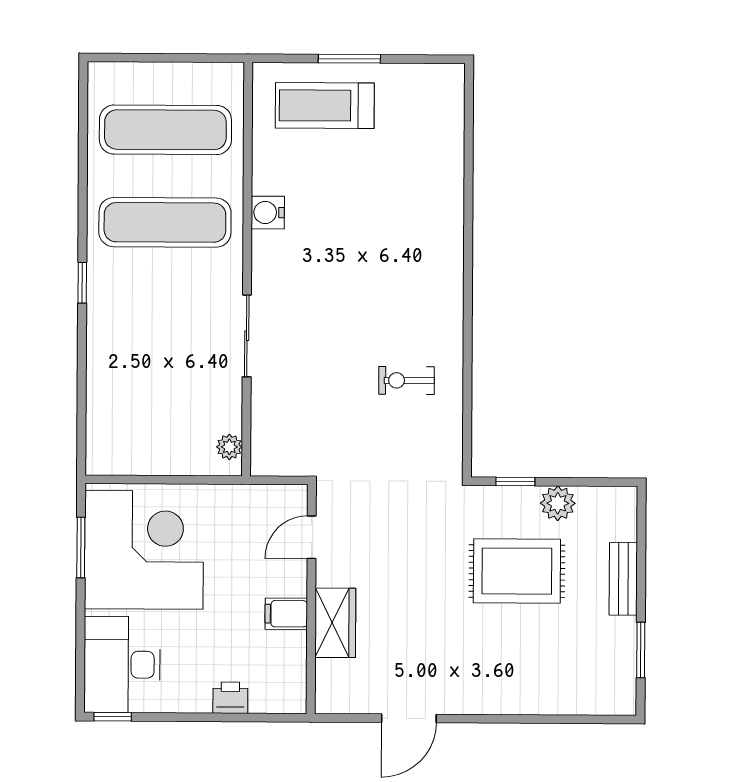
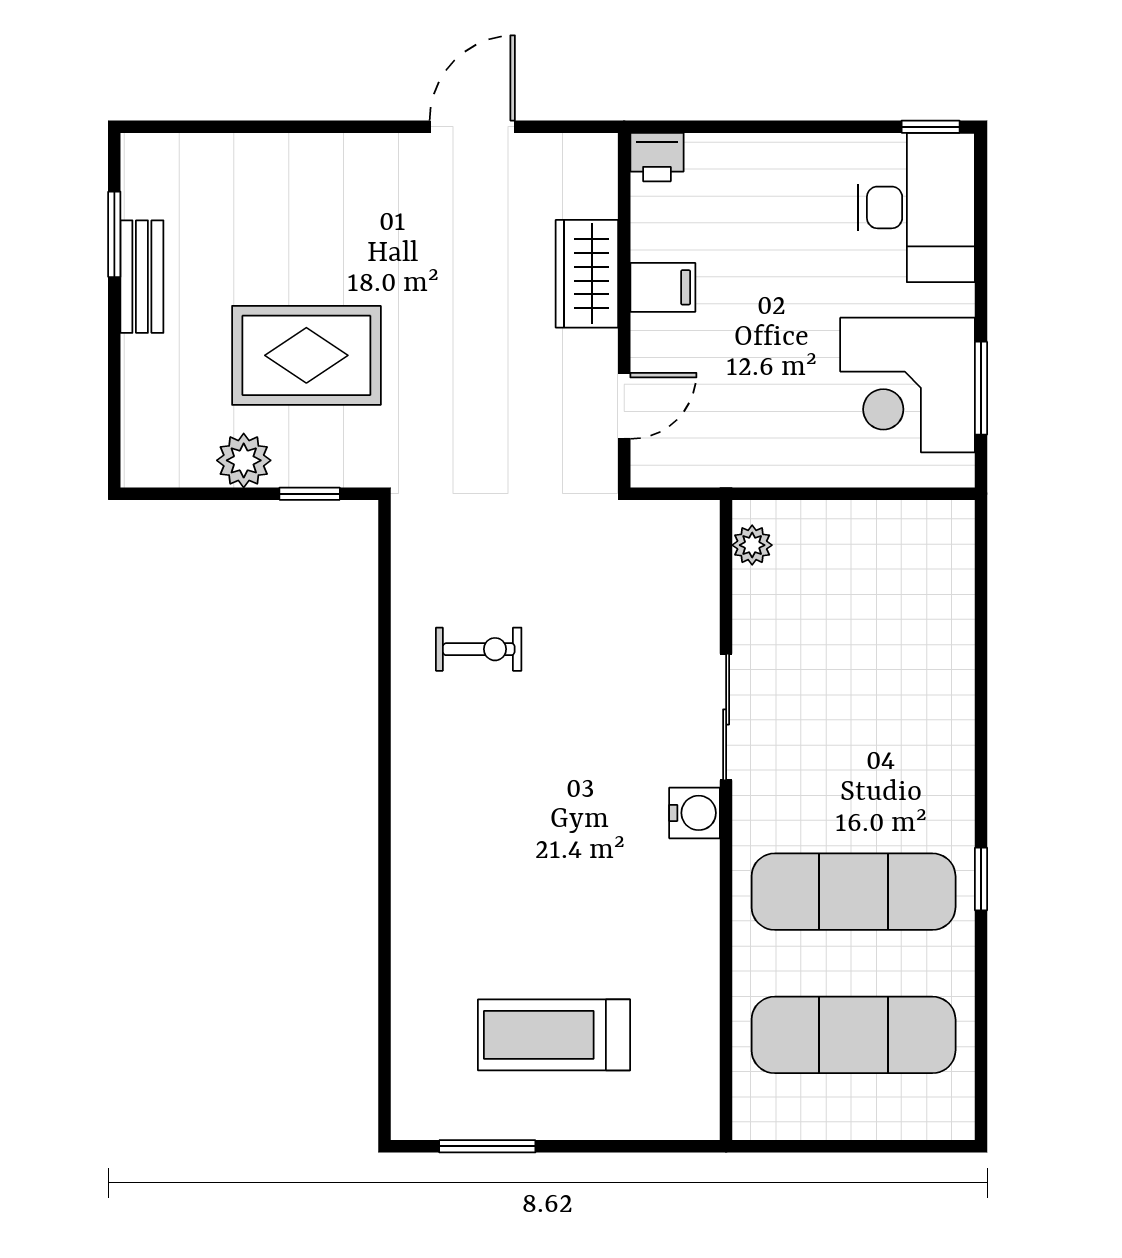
window: (349, 59) -> (487, 1146), moved
treadmill: (325, 106) -> (554, 1035), moved, turned 180
water cooler: (268, 213) -> (695, 813), moved
window: (82, 283) -> (981, 879), moved
corner desk: (144, 550) -> (908, 385), width x0.74, depth x0.74
bench: (623, 579) -> (142, 277), moved
printer: (230, 698) -> (657, 157), moved

